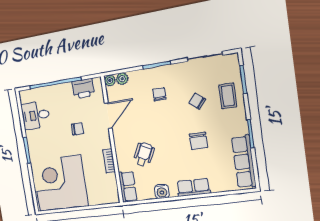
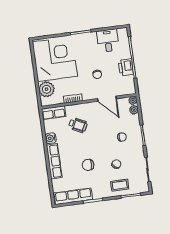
printer: (83, 88) -> (126, 67), moved
row of seats: (193, 187) -> (54, 161), width x1.48
plant: (98, 195) -> (47, 89), added

